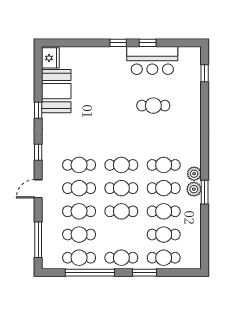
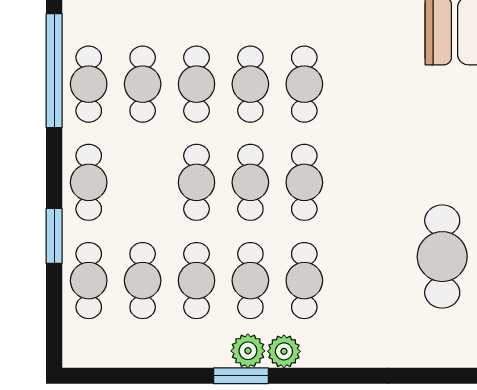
cafe table: (153, 106) -> (442, 257), width x1.37, depth x1.35
window: (90, 273) -> (54, 71), moved

